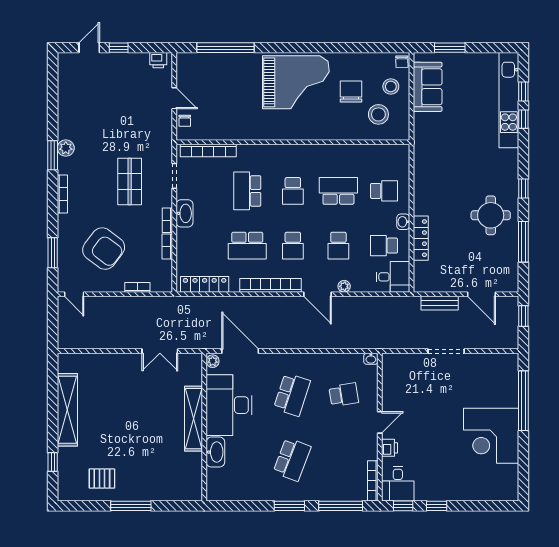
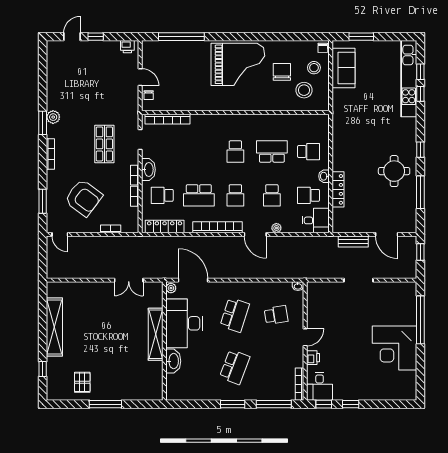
school desk: (247, 191) -> (162, 195), moved, width x0.54
pallet: (102, 478) -> (82, 382), turned 90

